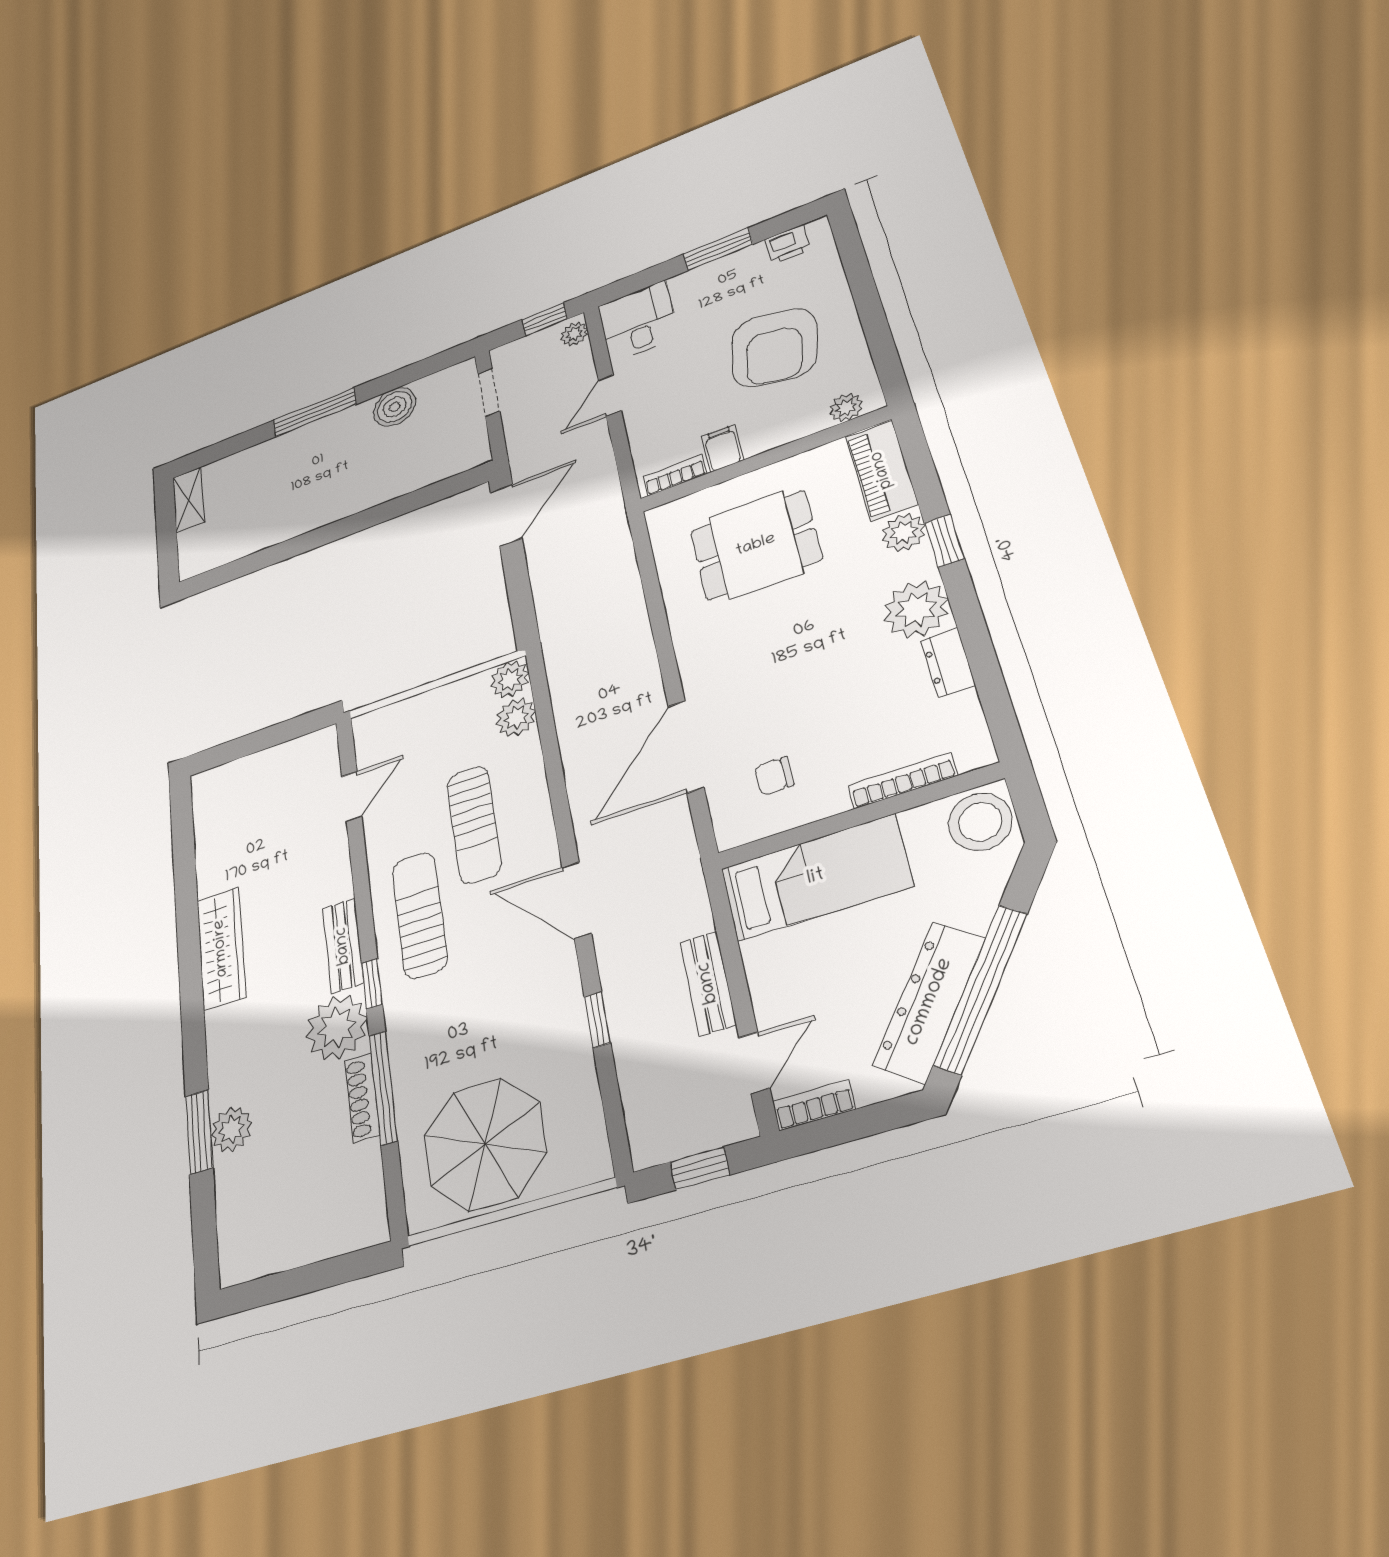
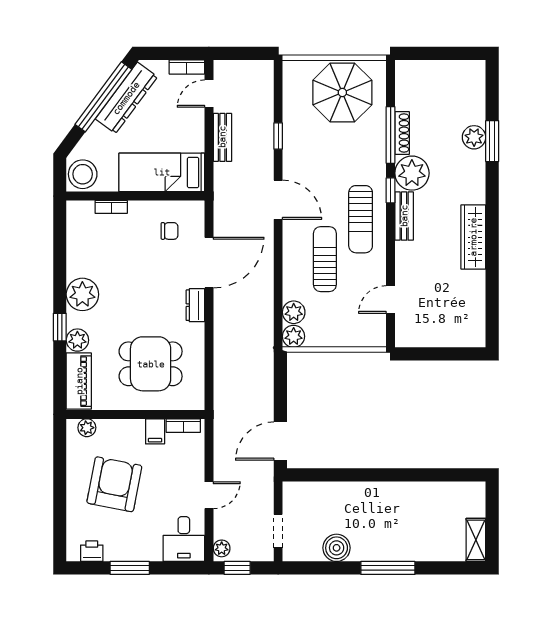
dresser: (948, 663) -> (195, 305), moved, turned 180
bookcase: (903, 781) -> (111, 207), width x0.64
window: (700, 1168) -> (243, 53), removed

